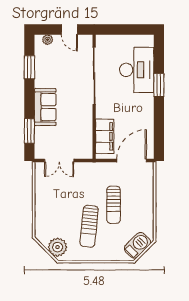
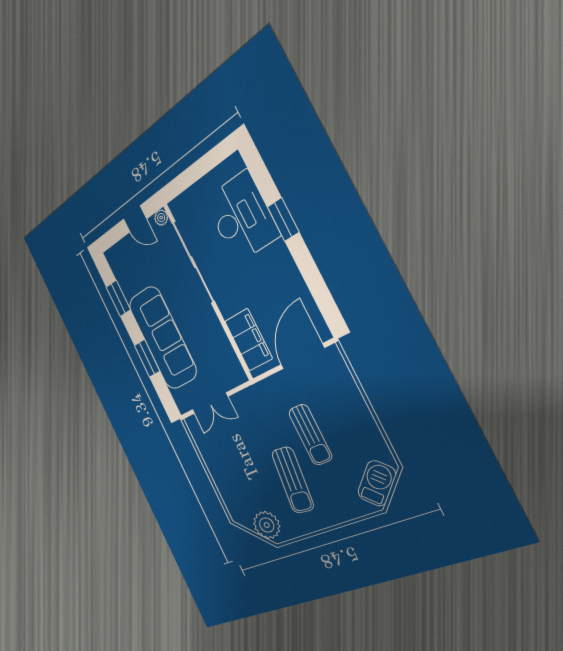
plant: (48, 40) -> (161, 218), moved
sofa: (45, 107) -> (163, 338), width x1.85, depth x1.27
window: (29, 131) -> (147, 358), moved

